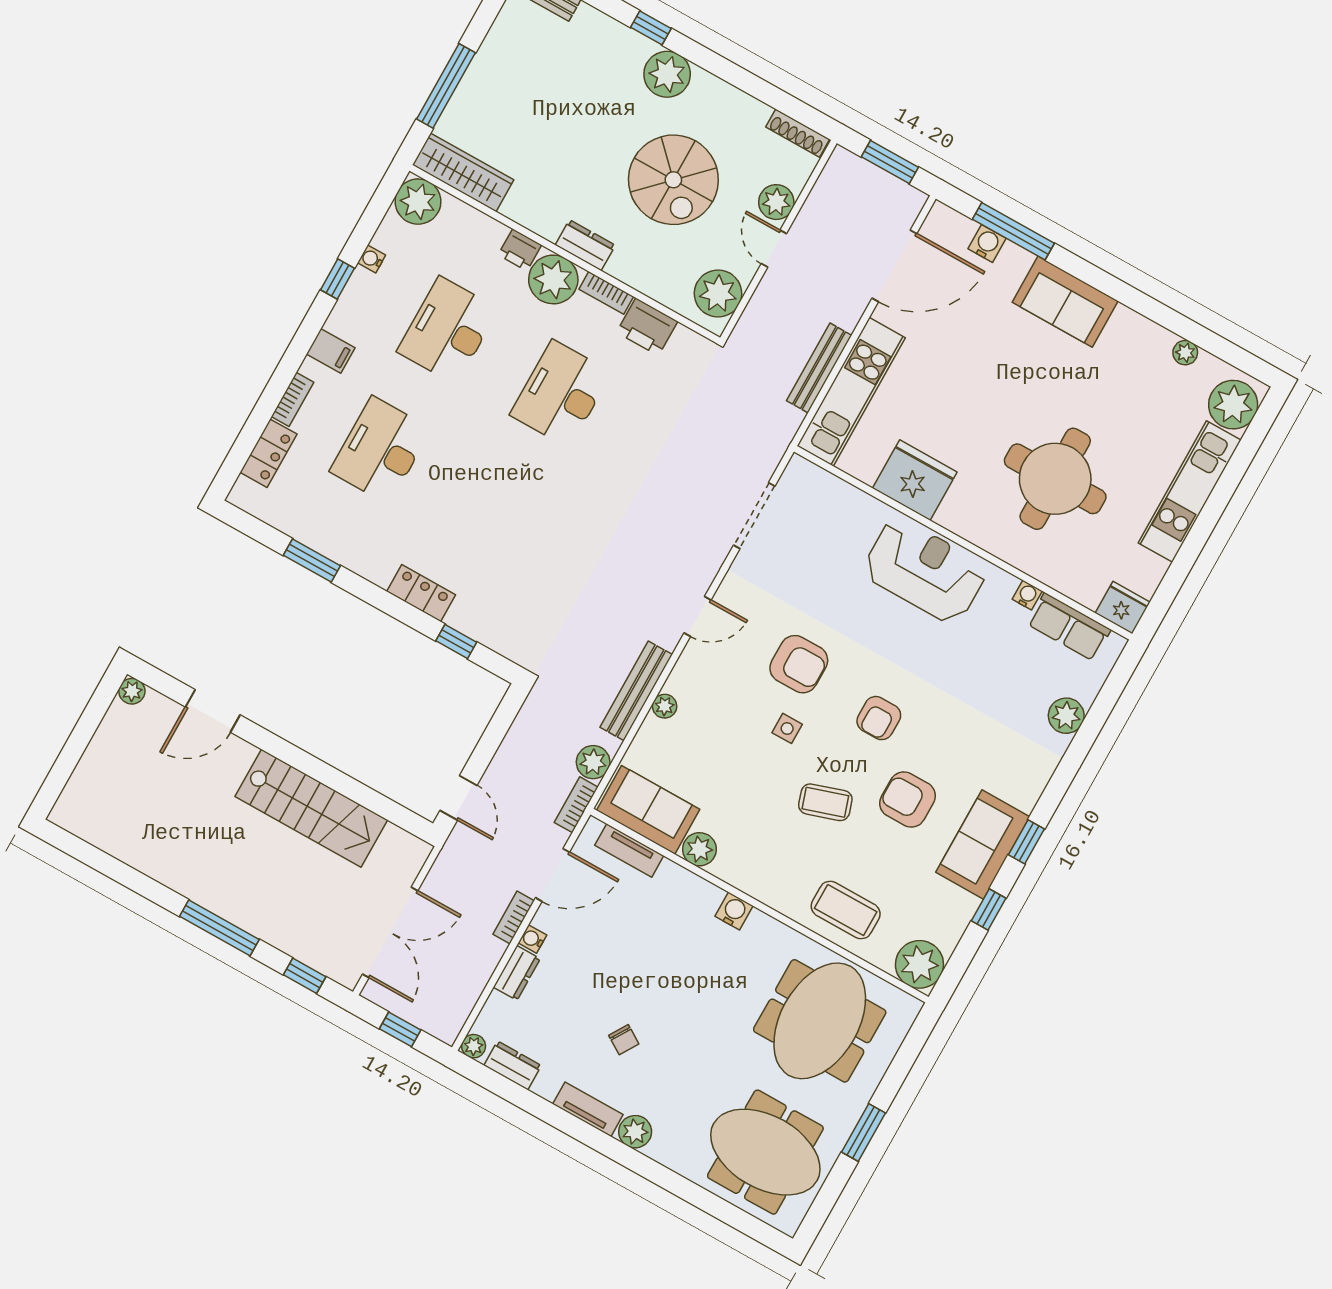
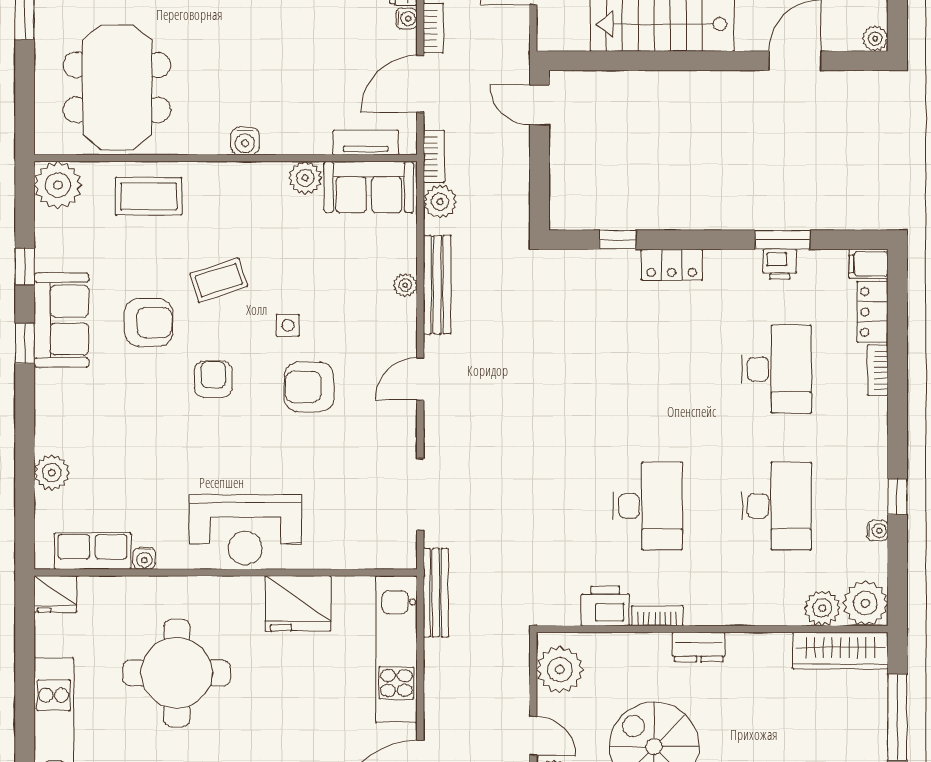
printer: (520, 250) -> (780, 264), moved, turned 180
plant: (553, 279) -> (822, 608), moved, width x0.73, depth x0.73
filing cabinet: (331, 351) -> (868, 264), moved
bench: (819, 368) -> (436, 593), moved

